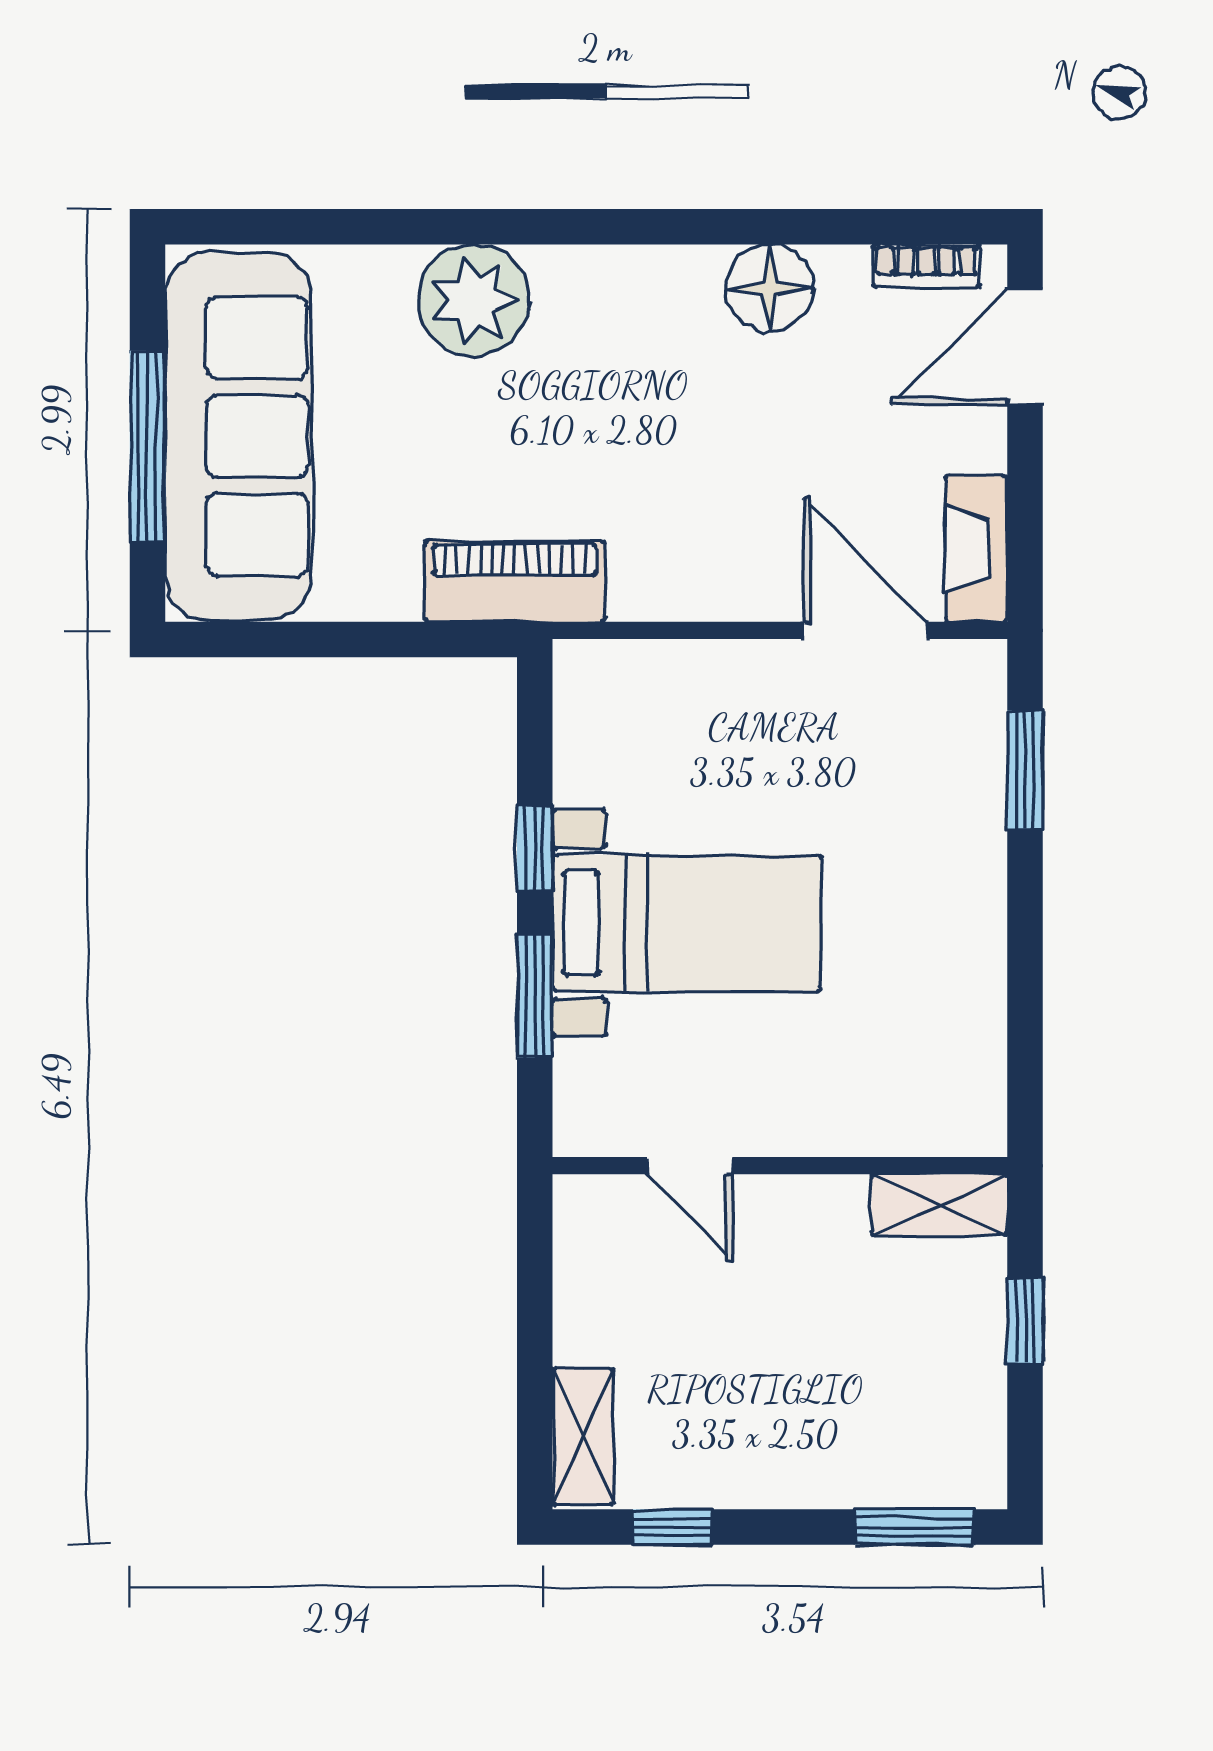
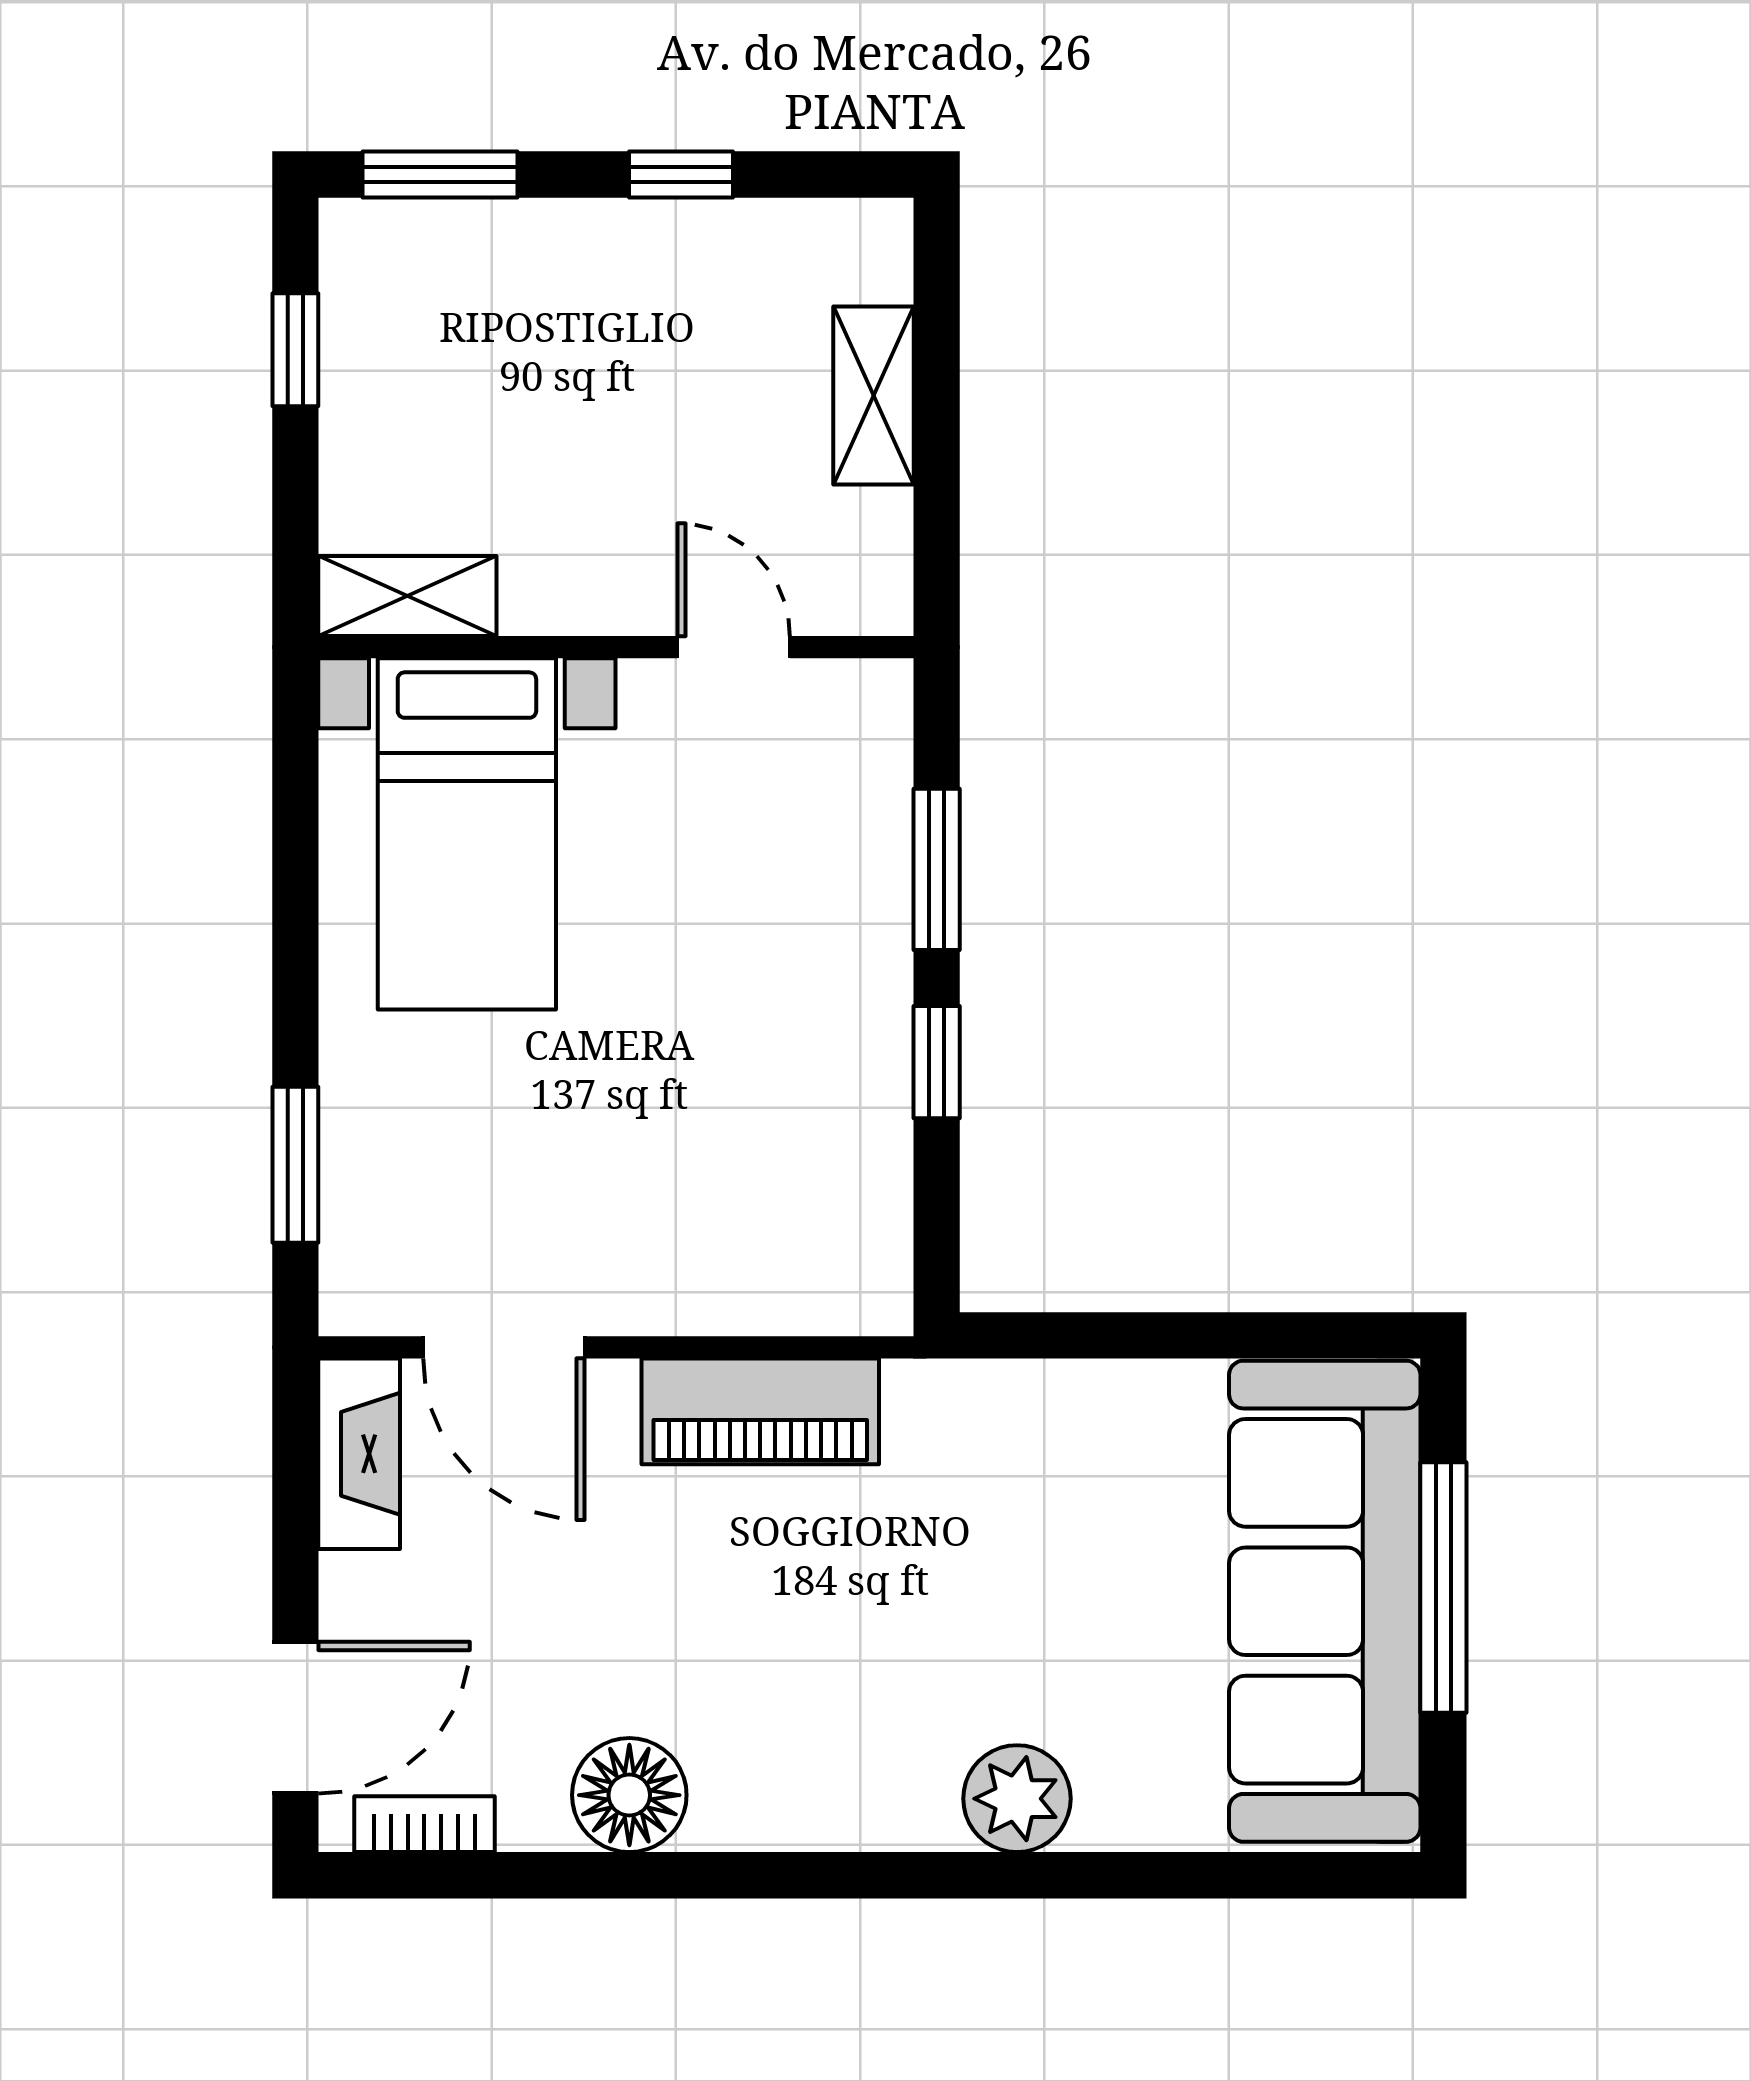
plant: (473, 300) -> (1017, 1799), width x0.73, depth x0.73
piano: (515, 581) -> (760, 1411), moved
bed with nightstands: (687, 923) -> (467, 834), moved, turned -90
window: (1025, 1320) -> (295, 350), moved
shelving: (583, 1437) -> (873, 395), moved
window: (673, 1527) -> (681, 174), moved

